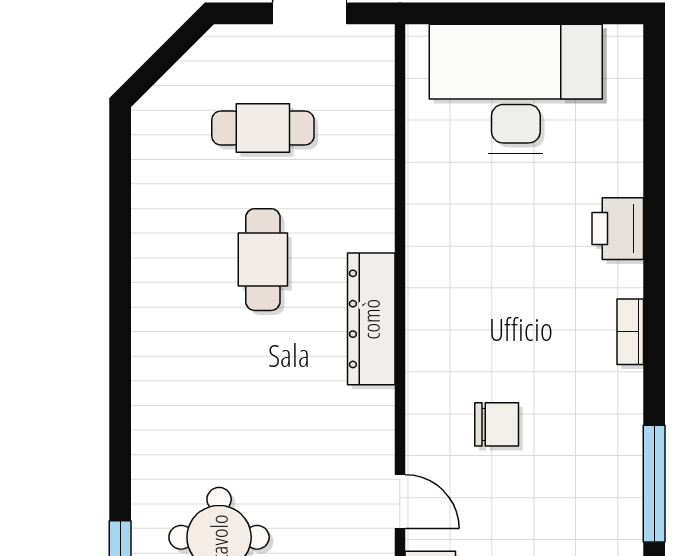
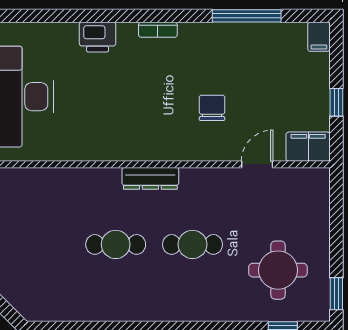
cafe table: (263, 128) -> (193, 244), moved, turned 90
dresser: (371, 319) -> (150, 178), width x0.73, depth x0.80

